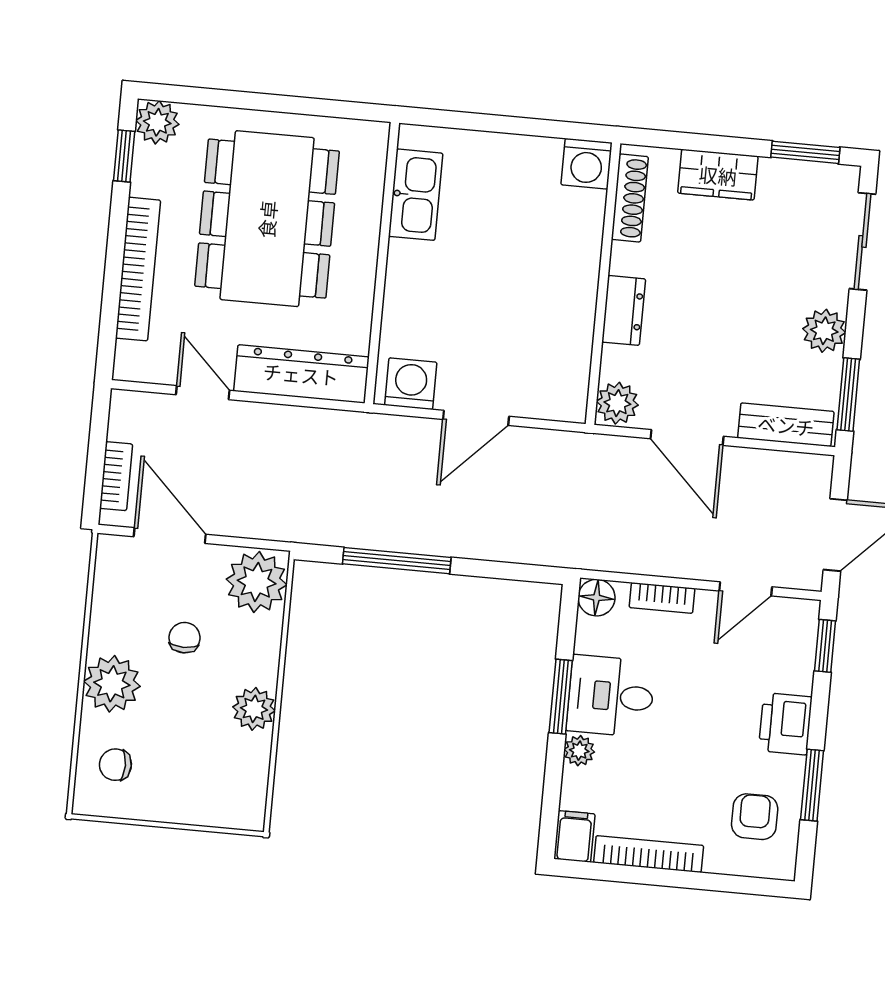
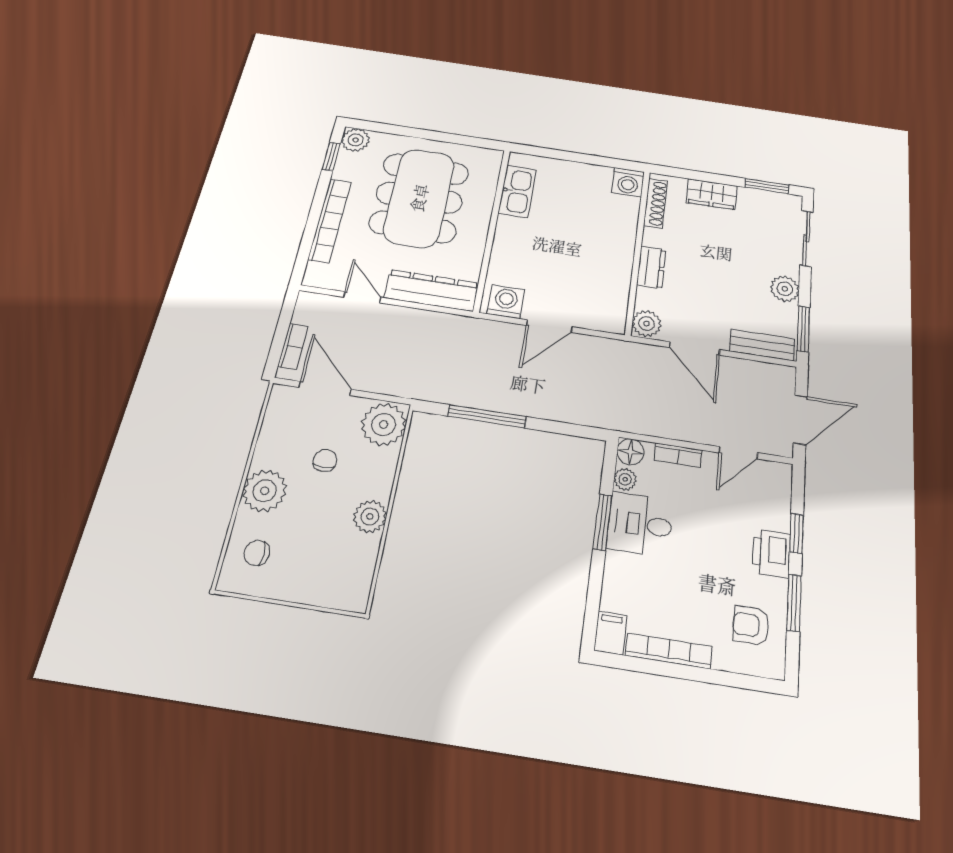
window: (825, 646) -> (796, 533), moved
plant: (579, 751) -> (625, 479), moved
armchair: (755, 817) -> (751, 625), turned -90

